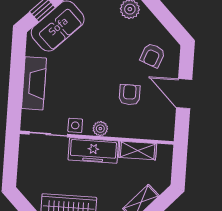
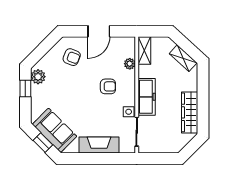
armchair: (130, 95) -> (108, 86), moved, turned 180
plant: (100, 129) -> (130, 64), moved
shelving: (138, 150) -> (144, 50), moved

